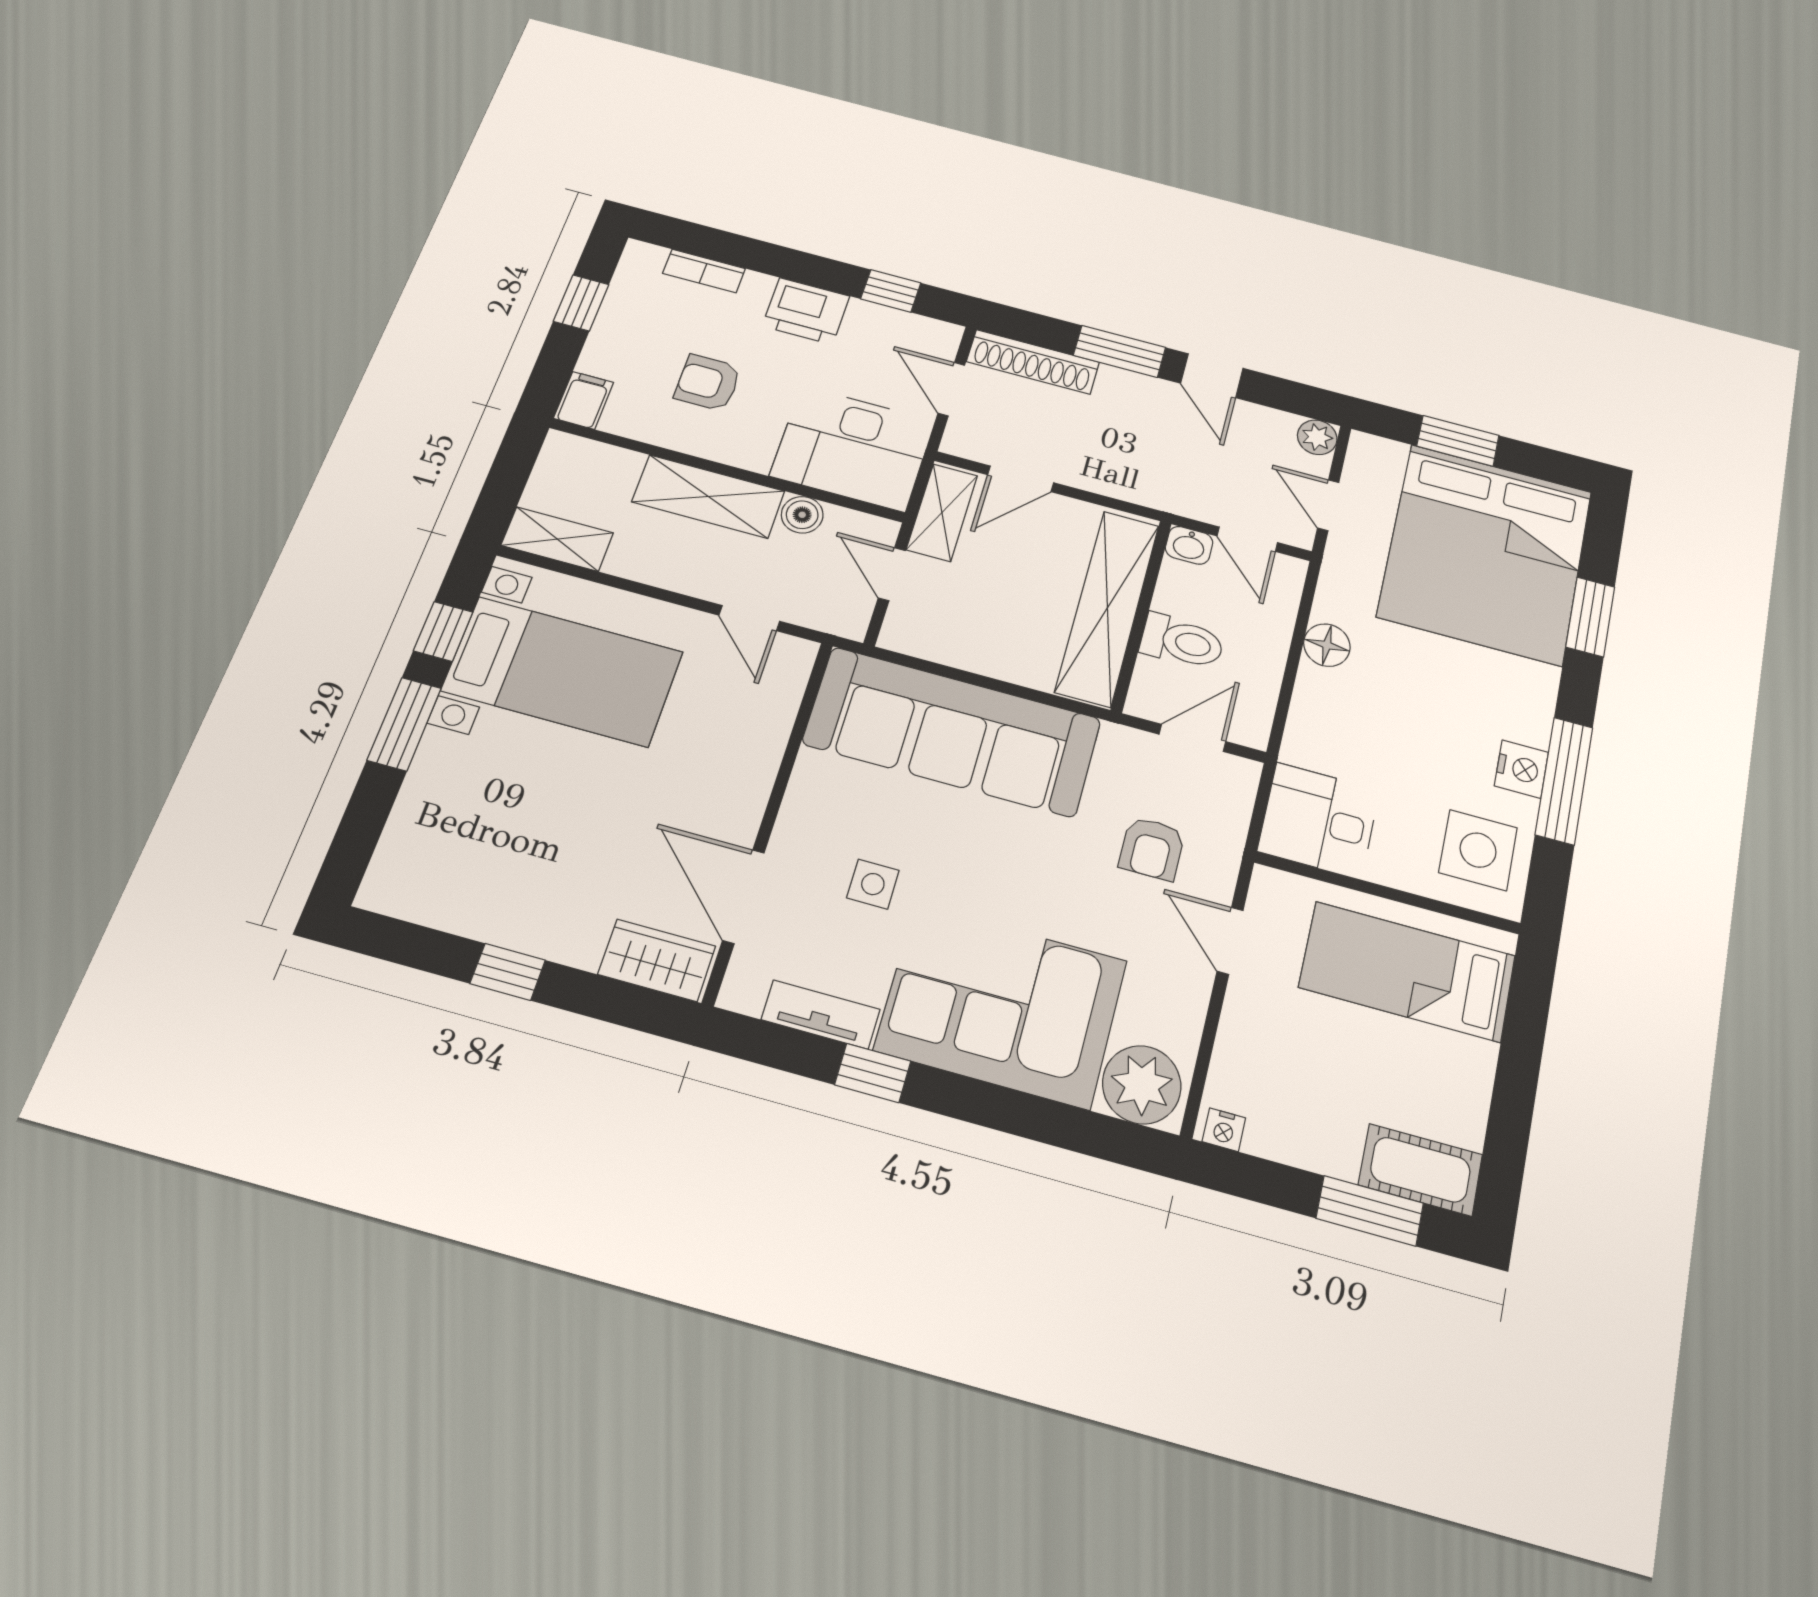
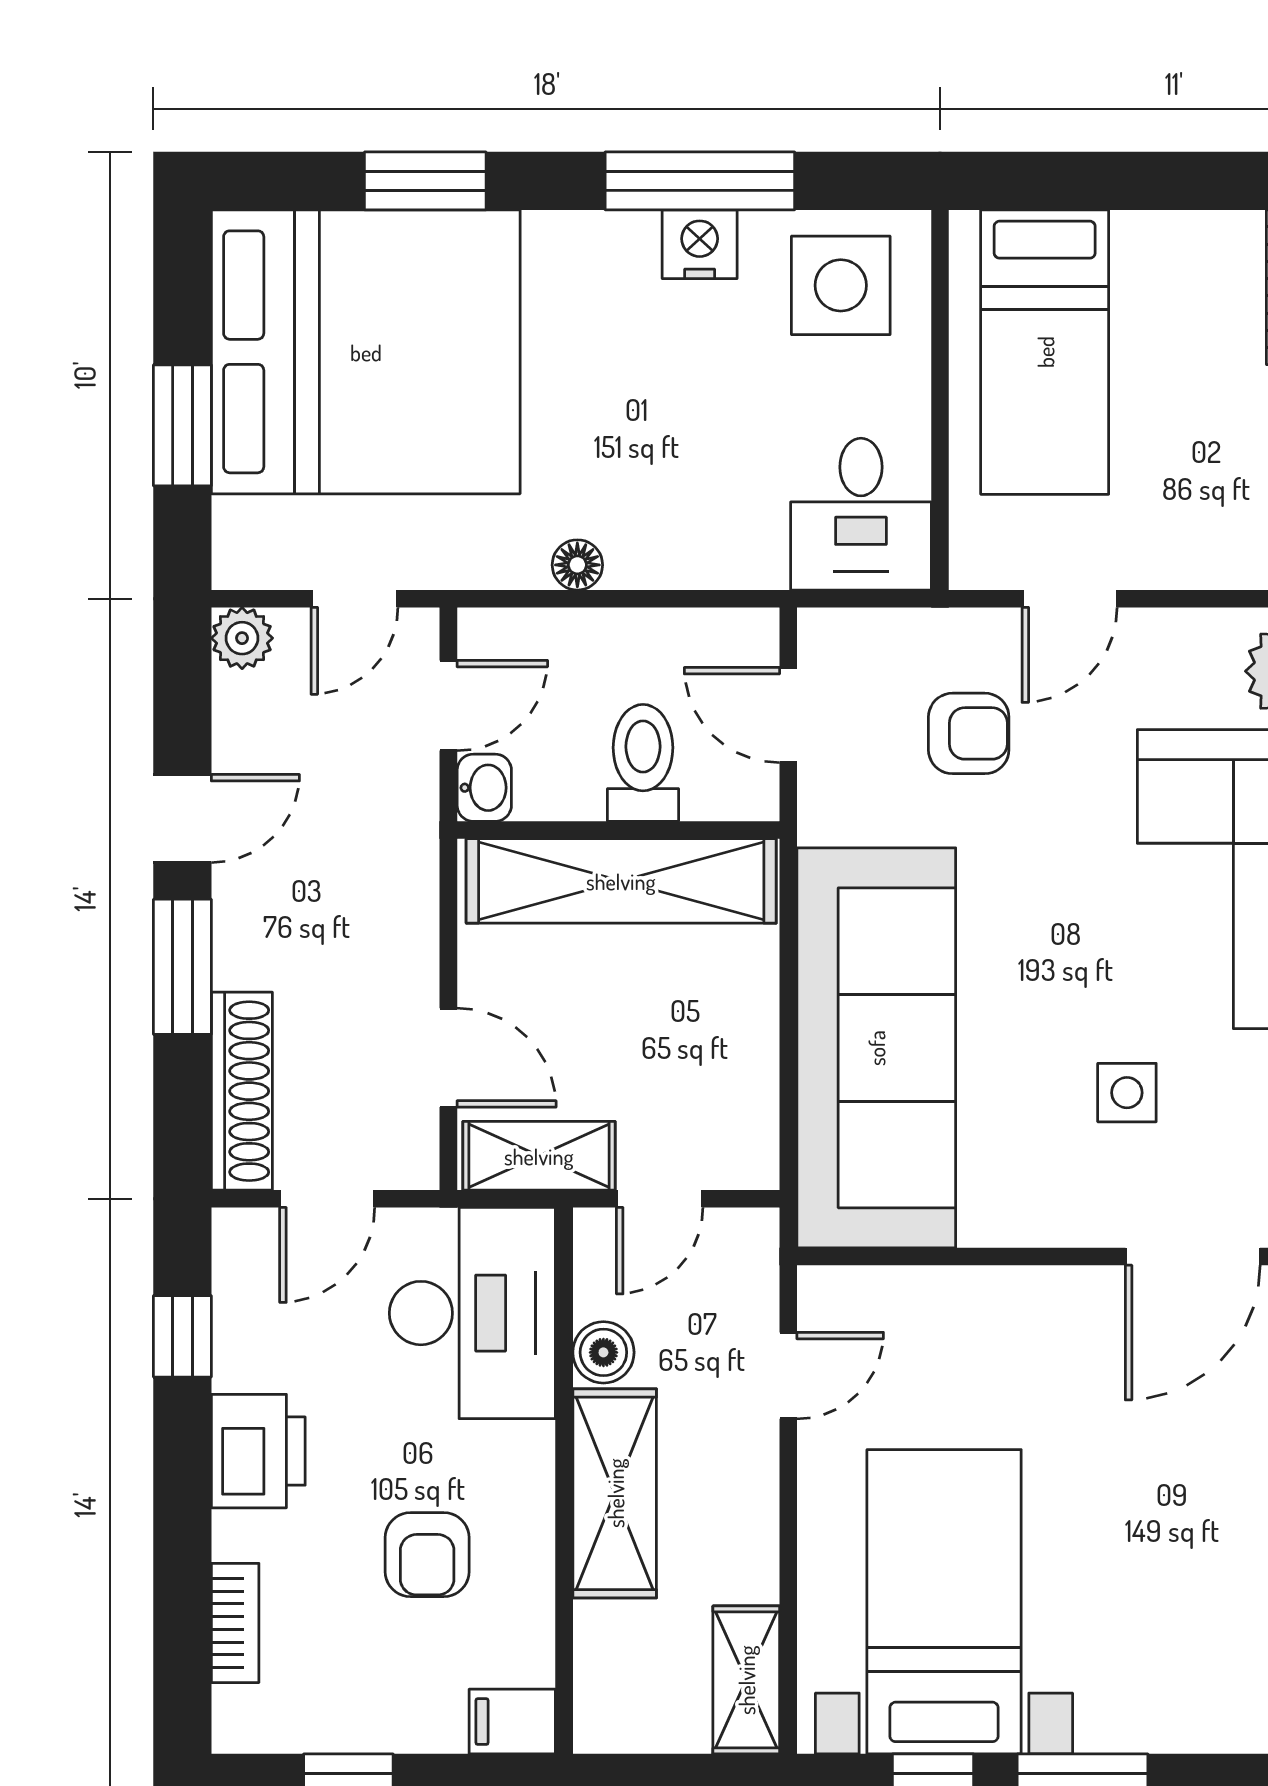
floor lamp: (1327, 645) -> (577, 565), width x0.73, depth x0.73

